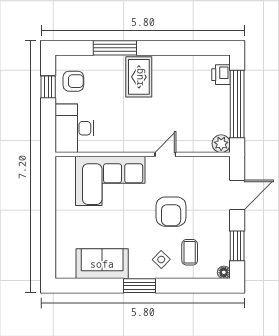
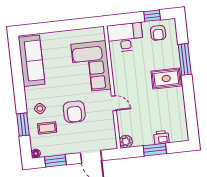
printer: (221, 75) -> (161, 137), moved
window: (237, 104) -> (155, 150), width x0.47
armchair: (171, 212) -> (74, 112), turned -90
sofa: (102, 264) -> (32, 61), width x1.36
window: (139, 286) -> (23, 125), moved

